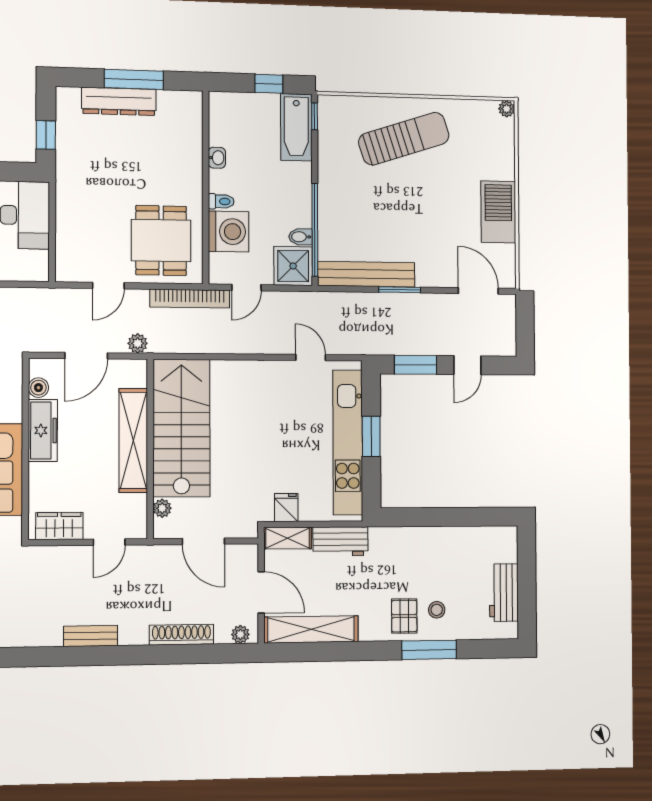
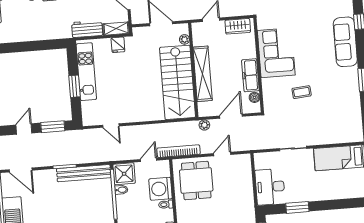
kitchen unit: (348, 442) -> (86, 72), width x0.73

